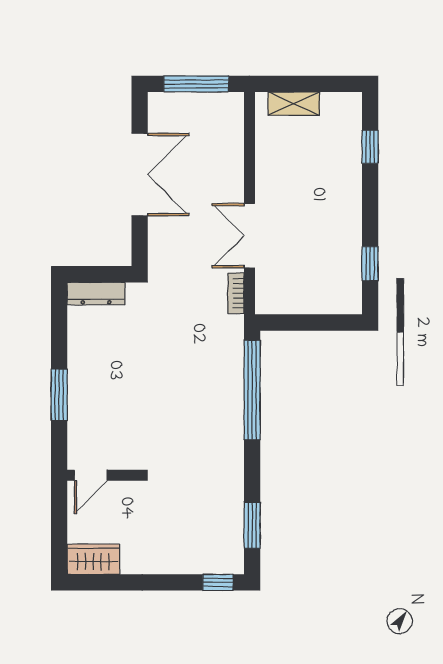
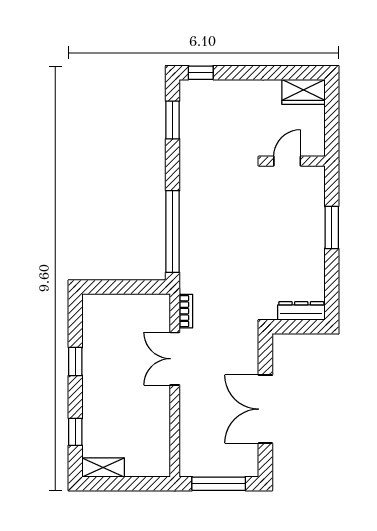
shelving: (294, 104) -> (103, 468), moved
double door: (249, 236) -> (175, 359), swing flipped
window: (370, 264) -> (75, 361), moved
door: (91, 475) -> (287, 161), moved

